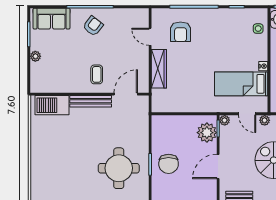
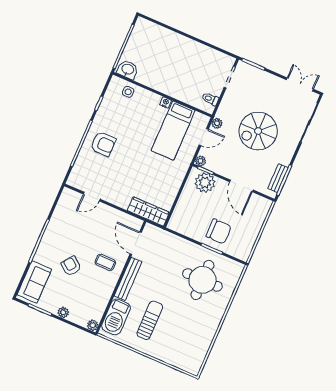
armchair: (93, 26) -> (71, 266), moved
armchair: (181, 32) -> (103, 144), moved
wardrobe: (159, 69) -> (148, 211), moved
plant: (35, 88) -> (93, 325), added
sun lounger: (62, 137) -> (150, 320), added

